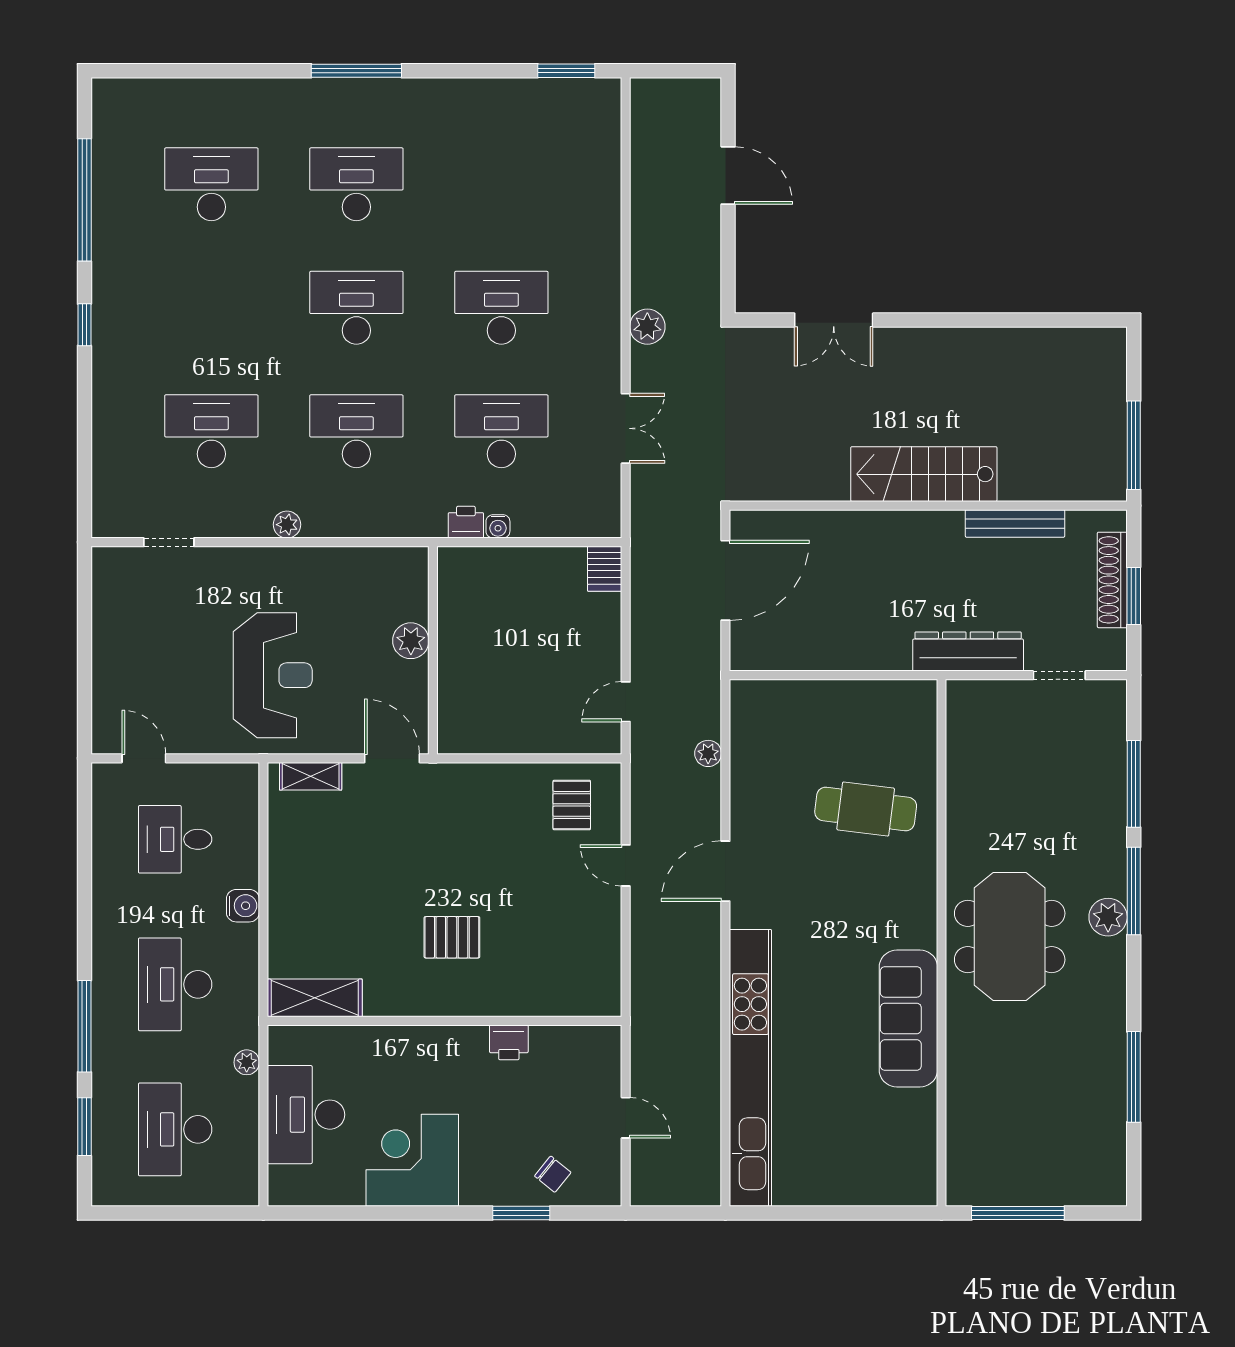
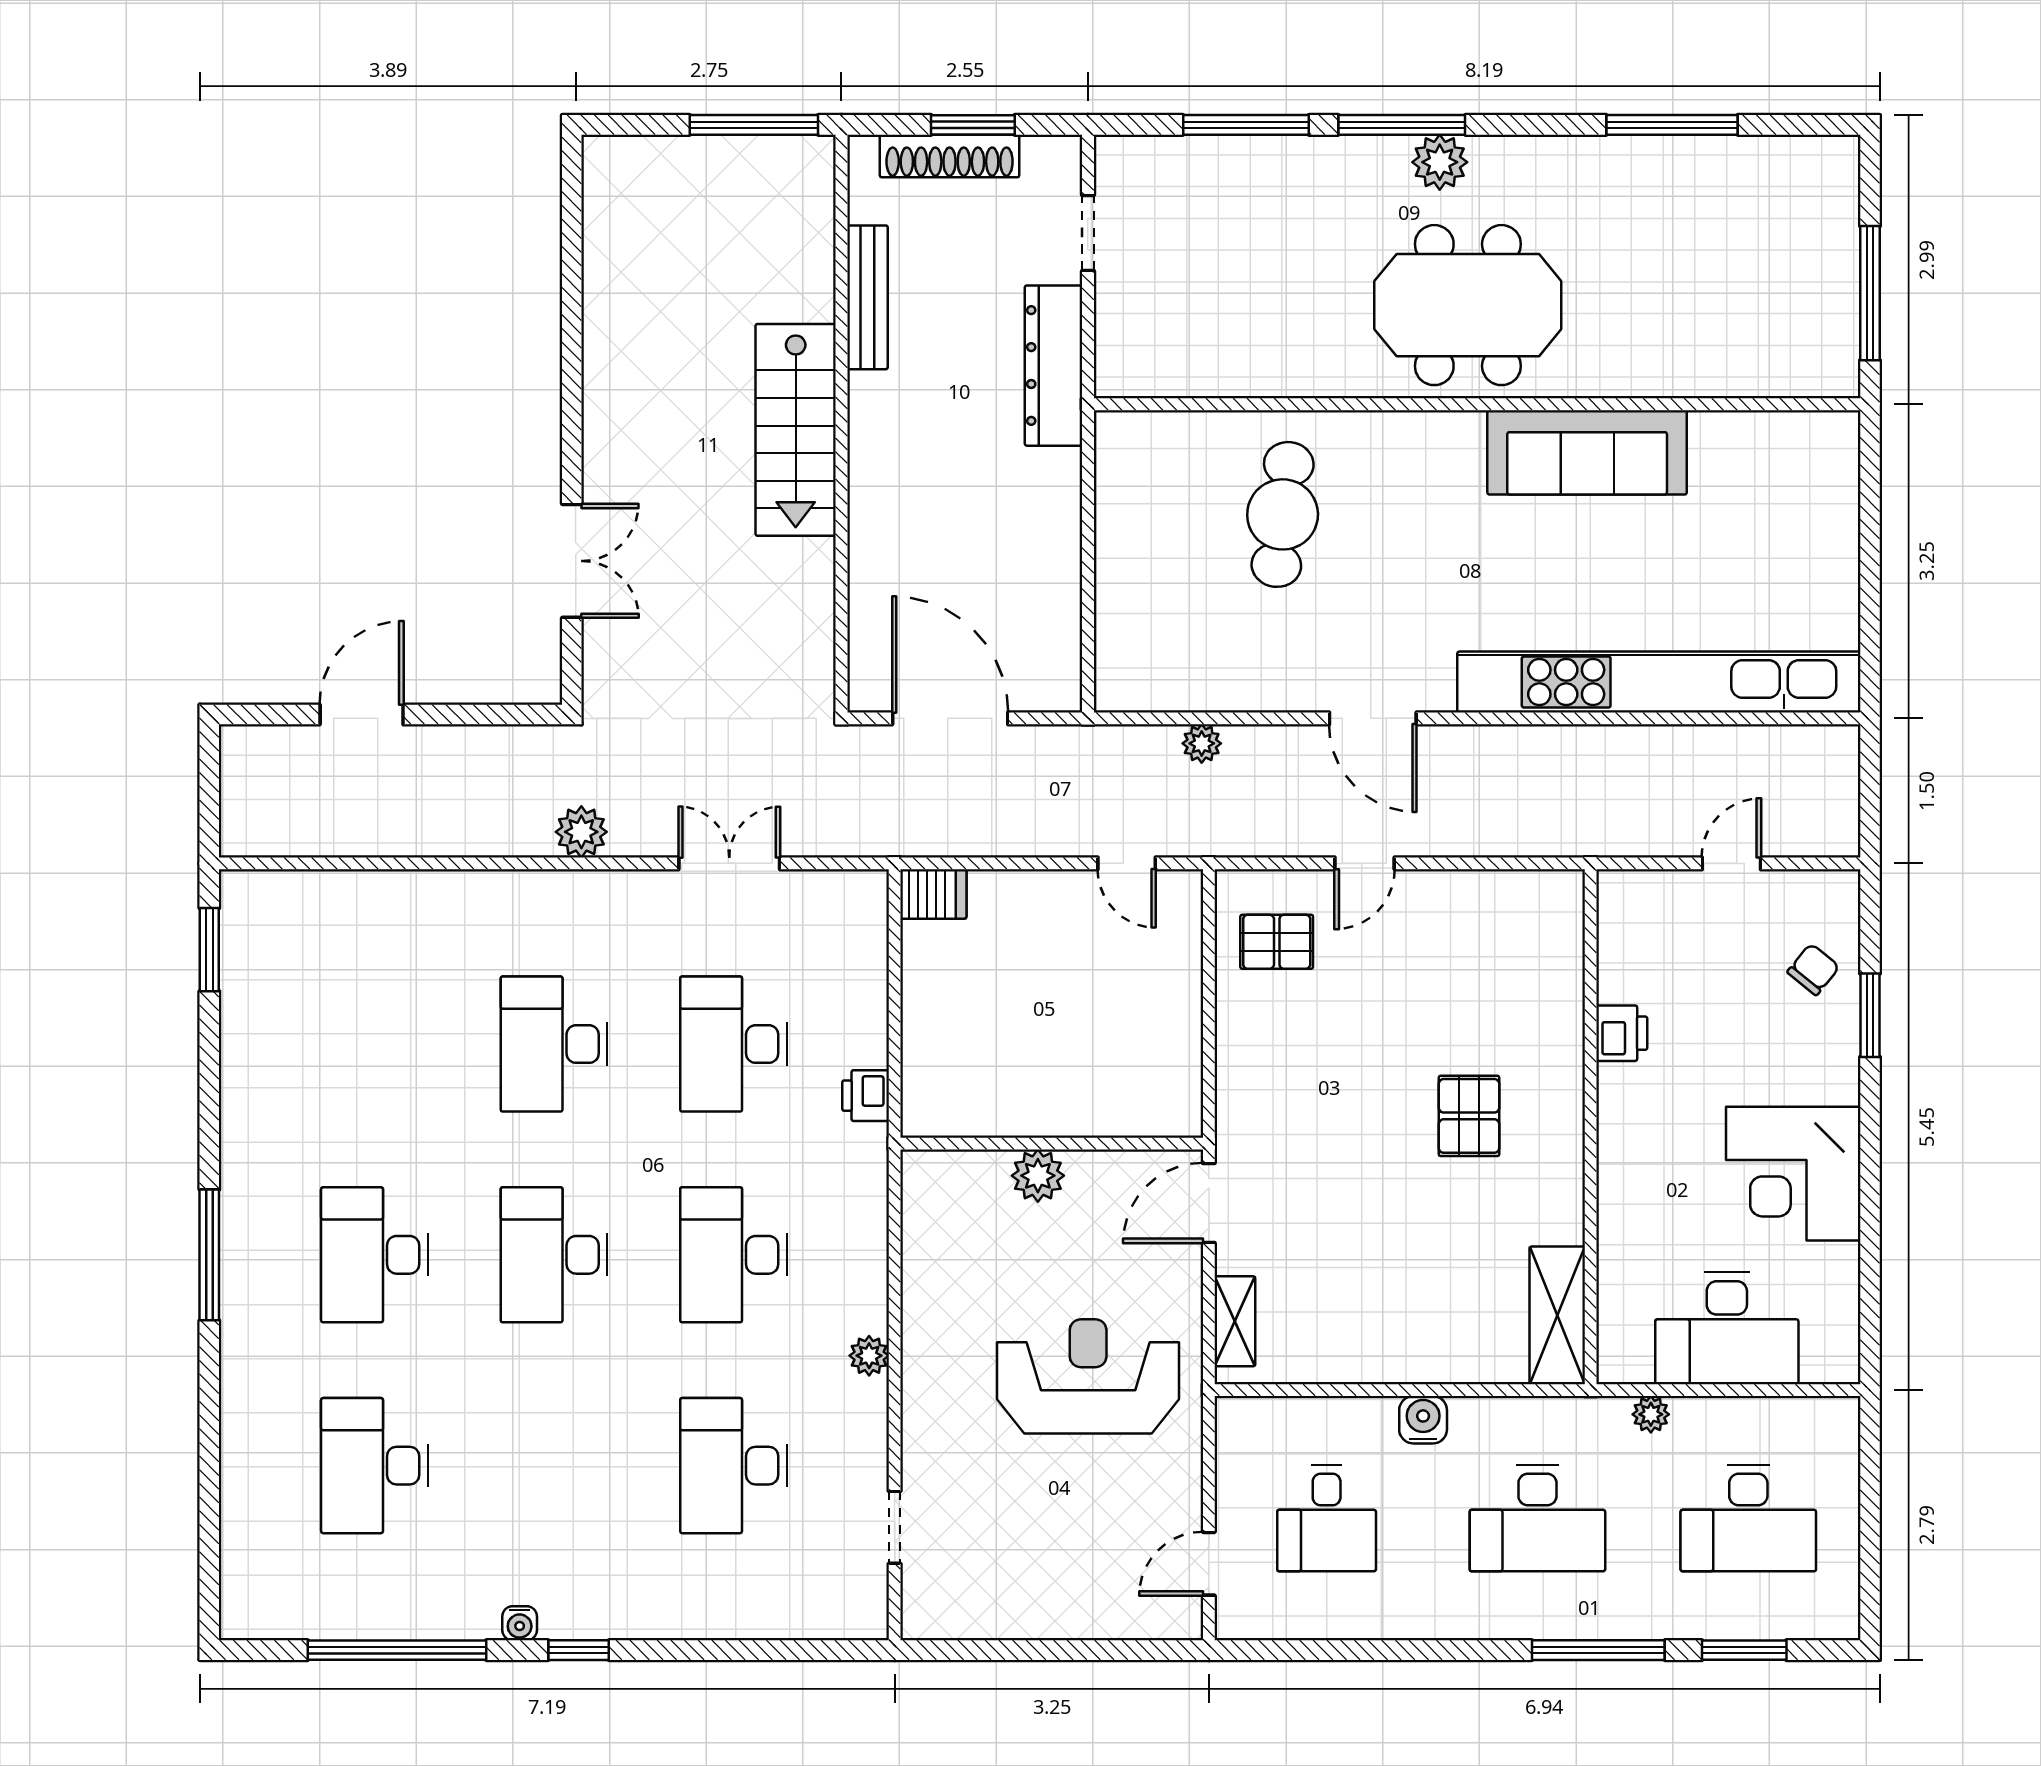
water cooler: (498, 526) -> (520, 1623), moved, turned 90

